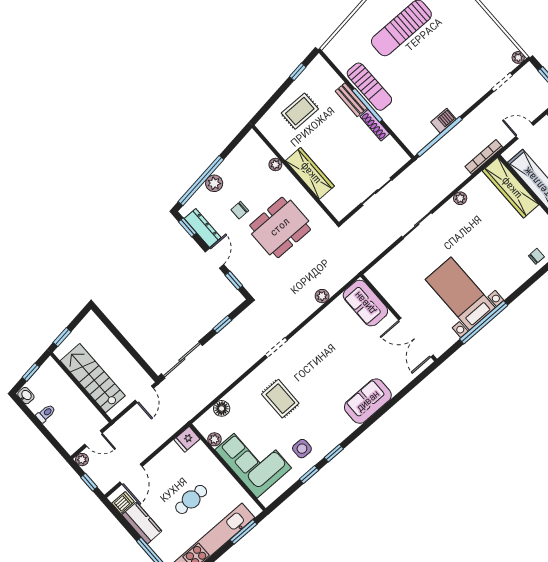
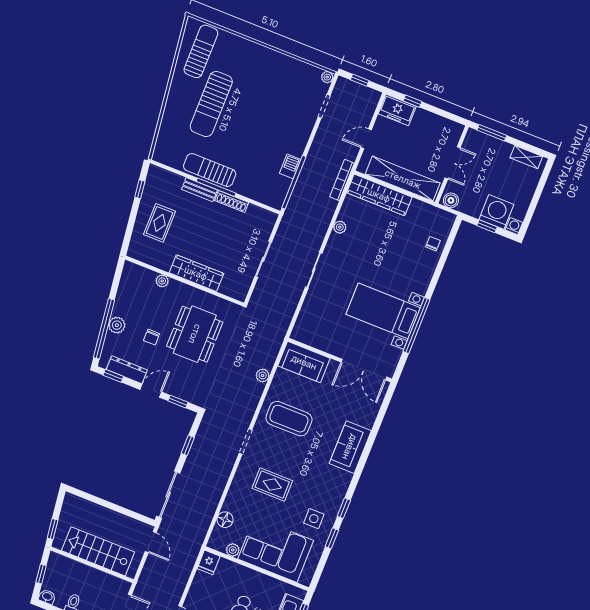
sun lounger: (369, 87) -> (210, 170), turned 180
door: (214, 258) -> (151, 391), hinge flipped
coffee table: (326, 347) -> (289, 419), added

